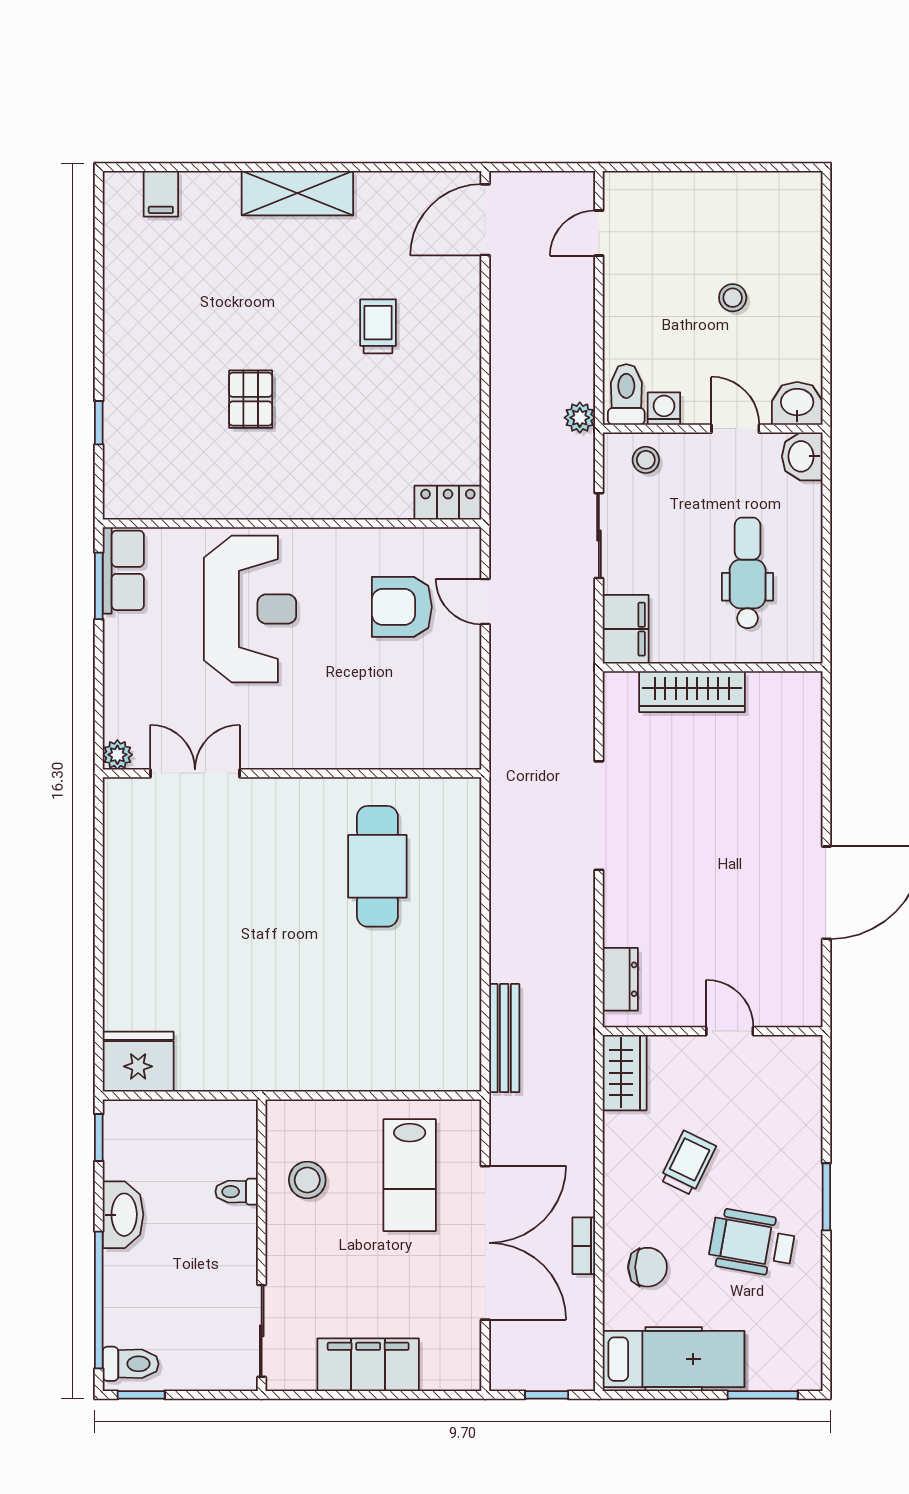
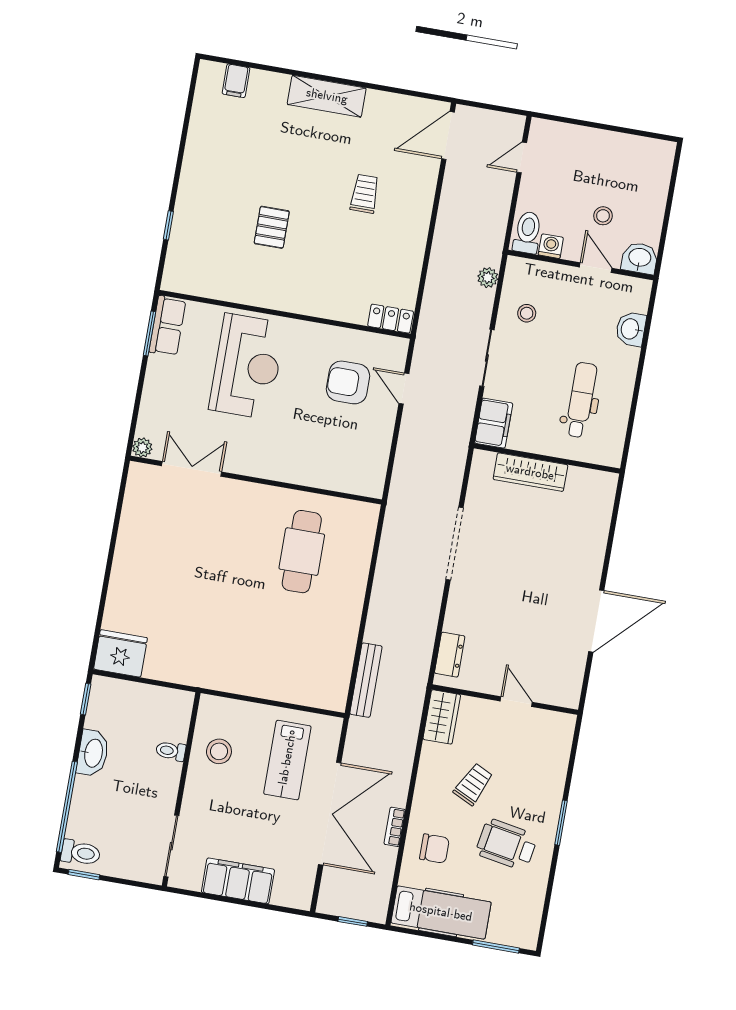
toilet: (626, 394) -> (527, 232), moved
washbasin: (797, 403) -> (640, 258), moved
washing machine: (664, 409) -> (551, 246), moved
wall: (713, 429) -> (581, 265), moved
door: (735, 429) -> (596, 268), moved

